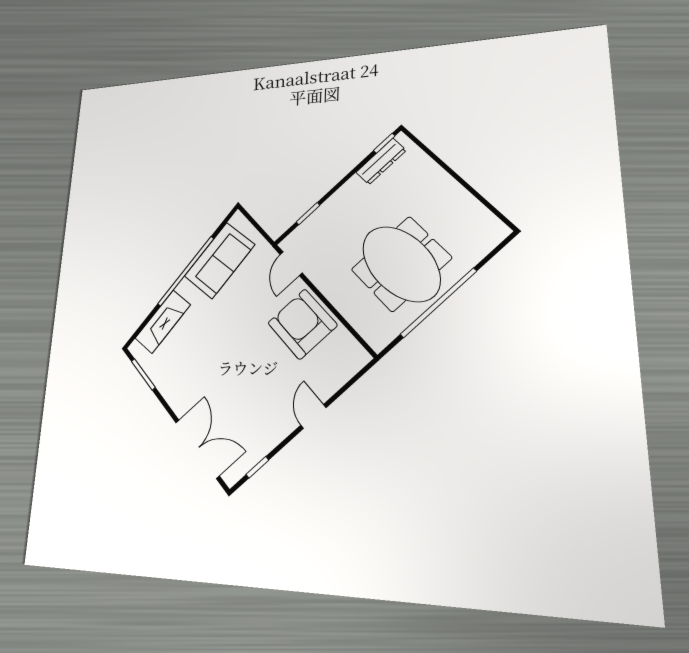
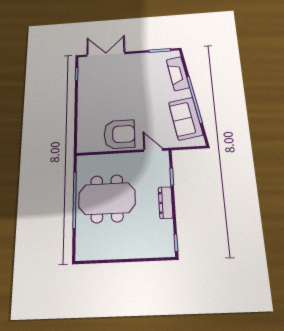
dresser: (381, 161) -> (166, 203), moved
door: (313, 416) -> (76, 110), removed
double door: (197, 449) -> (106, 54), swing flipped

